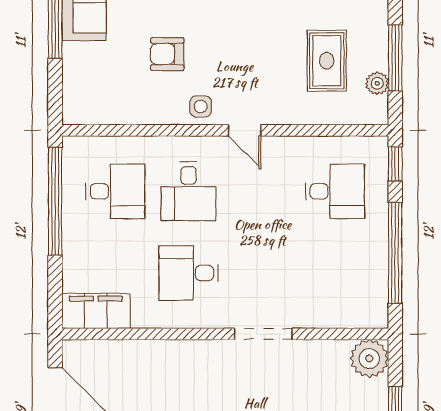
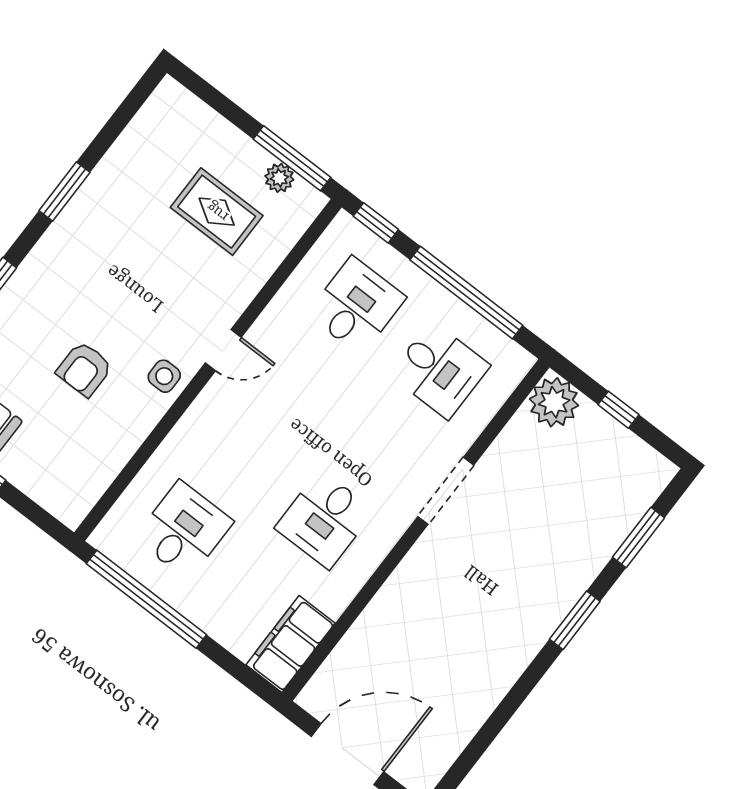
window: (395, 58) -> (292, 158), moved
desk: (189, 191) -> (440, 370), moved

